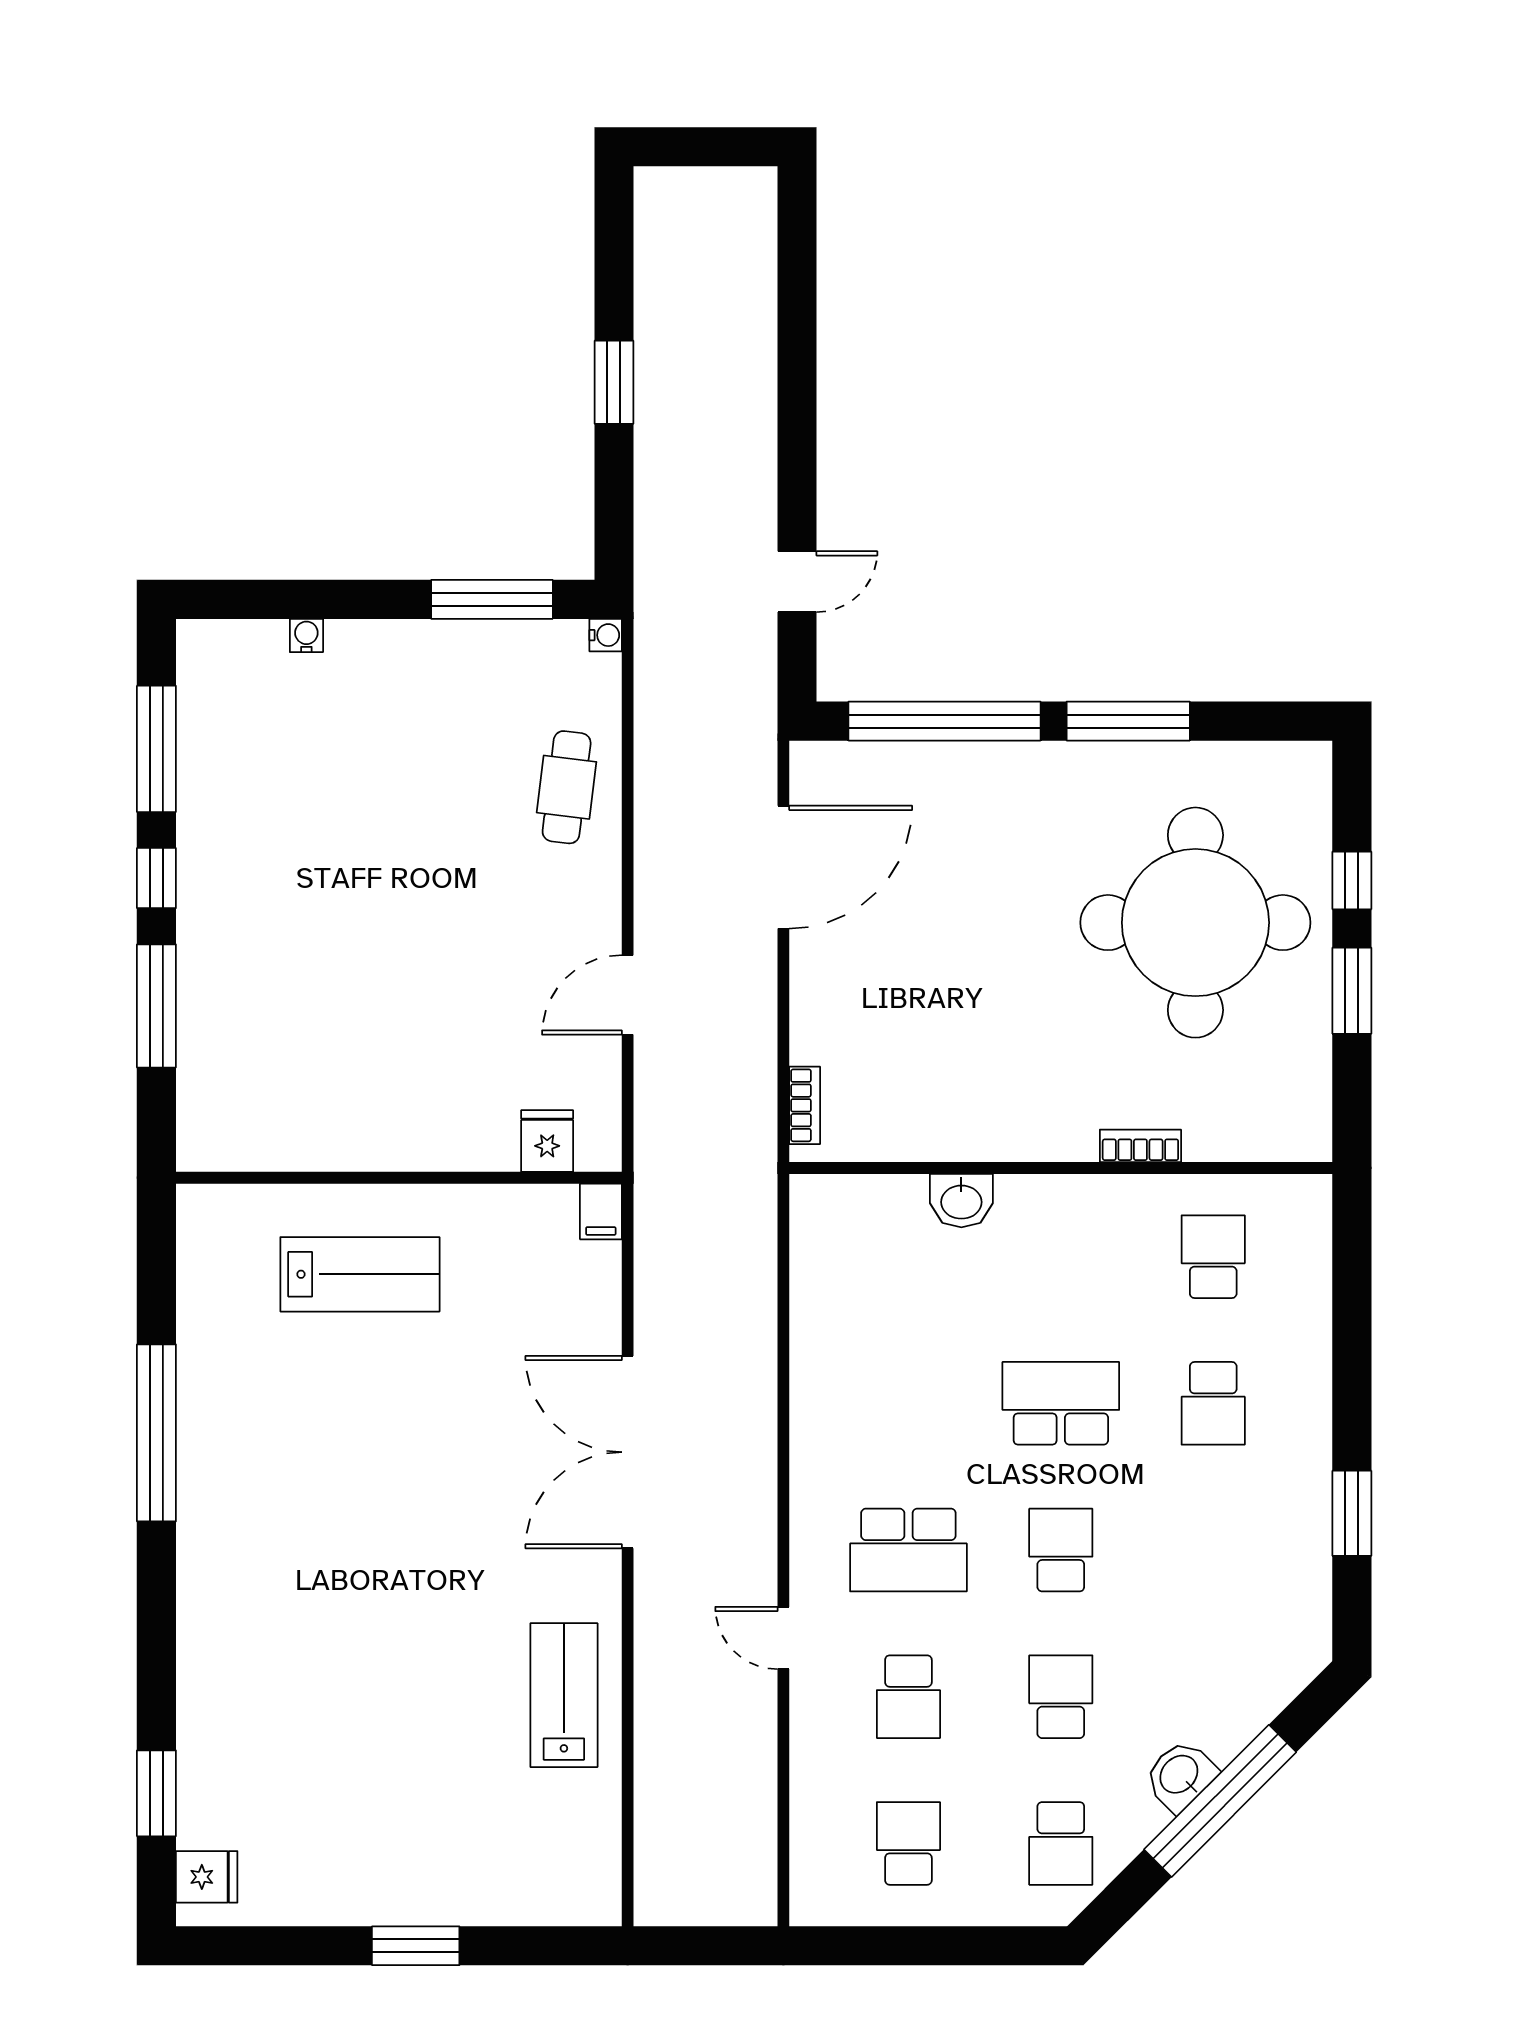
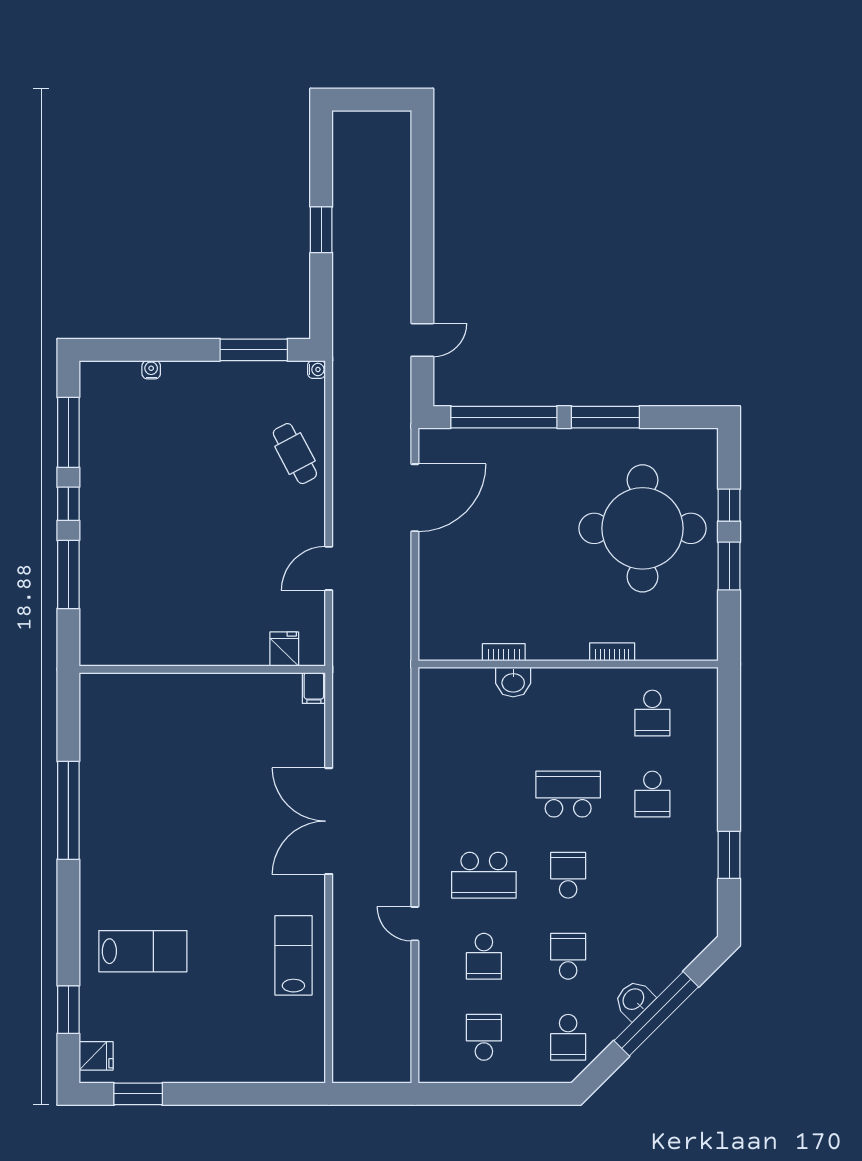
cafe table: (567, 787) -> (295, 454), turned -35
bookcase: (805, 1105) -> (504, 652), moved, turned -90
school desk: (1213, 1257) -> (652, 713), turned 180
lab bench: (360, 1274) -> (143, 951), moved
window: (416, 1946) -> (138, 1094), moved

